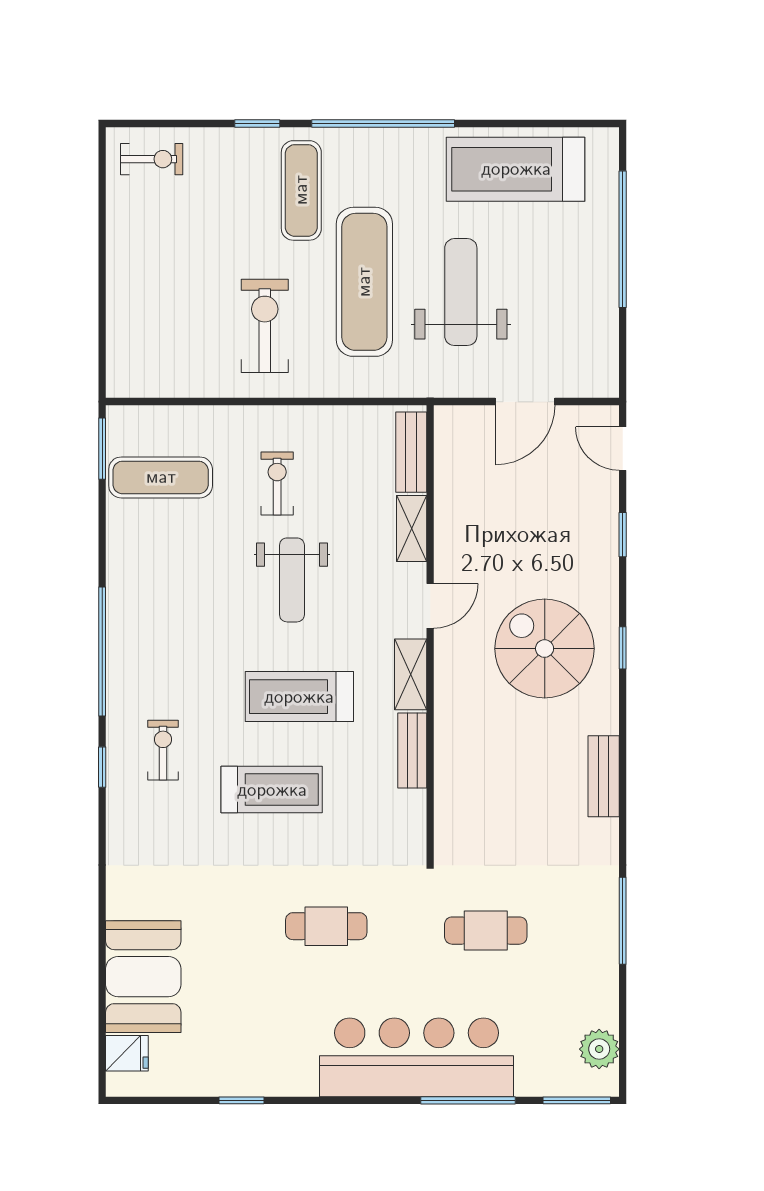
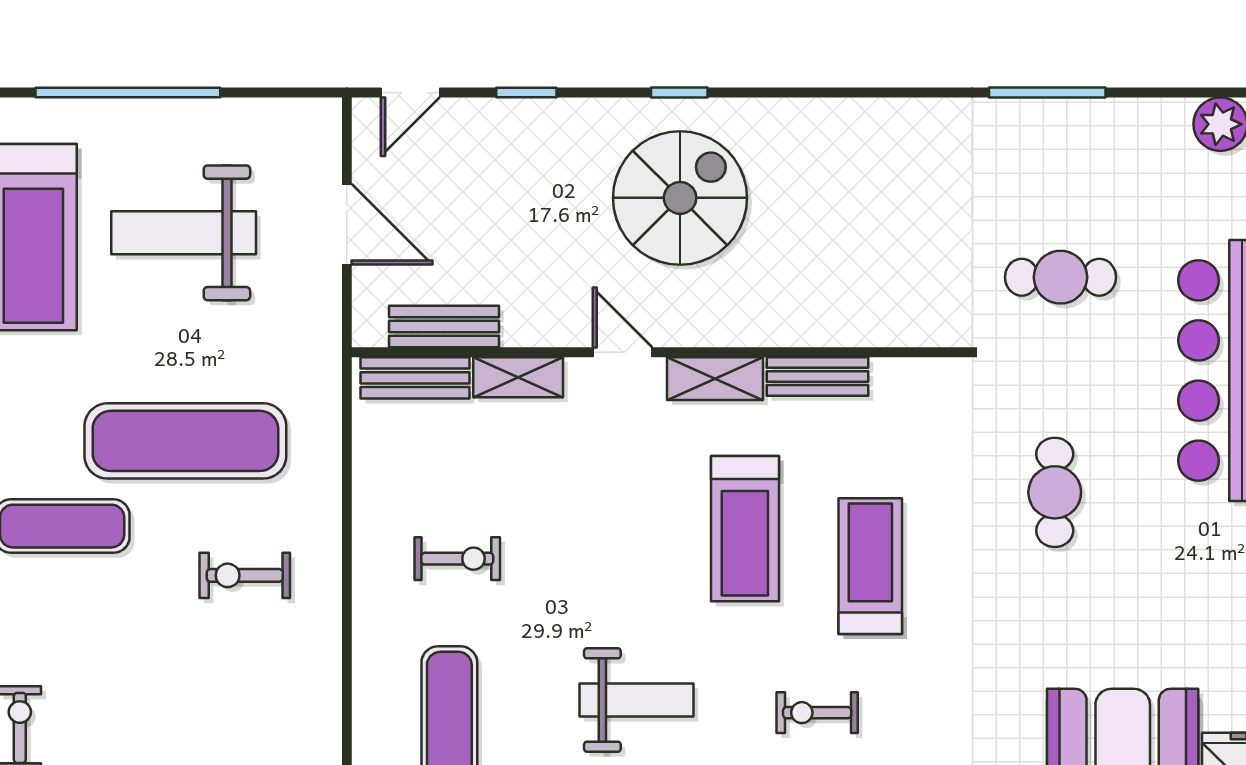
weight bench: (461, 292) -> (184, 233), moved
exercise bike: (265, 326) -> (245, 575), width x0.73, depth x0.72
exercise bike: (277, 483) -> (457, 559), turned 180
weight bench: (292, 580) -> (636, 700), moved
spiral stairs: (545, 649) -> (680, 198), turned 180
bench: (604, 776) -> (444, 327), moved
cafe table: (486, 931) -> (1060, 277), turned 90

